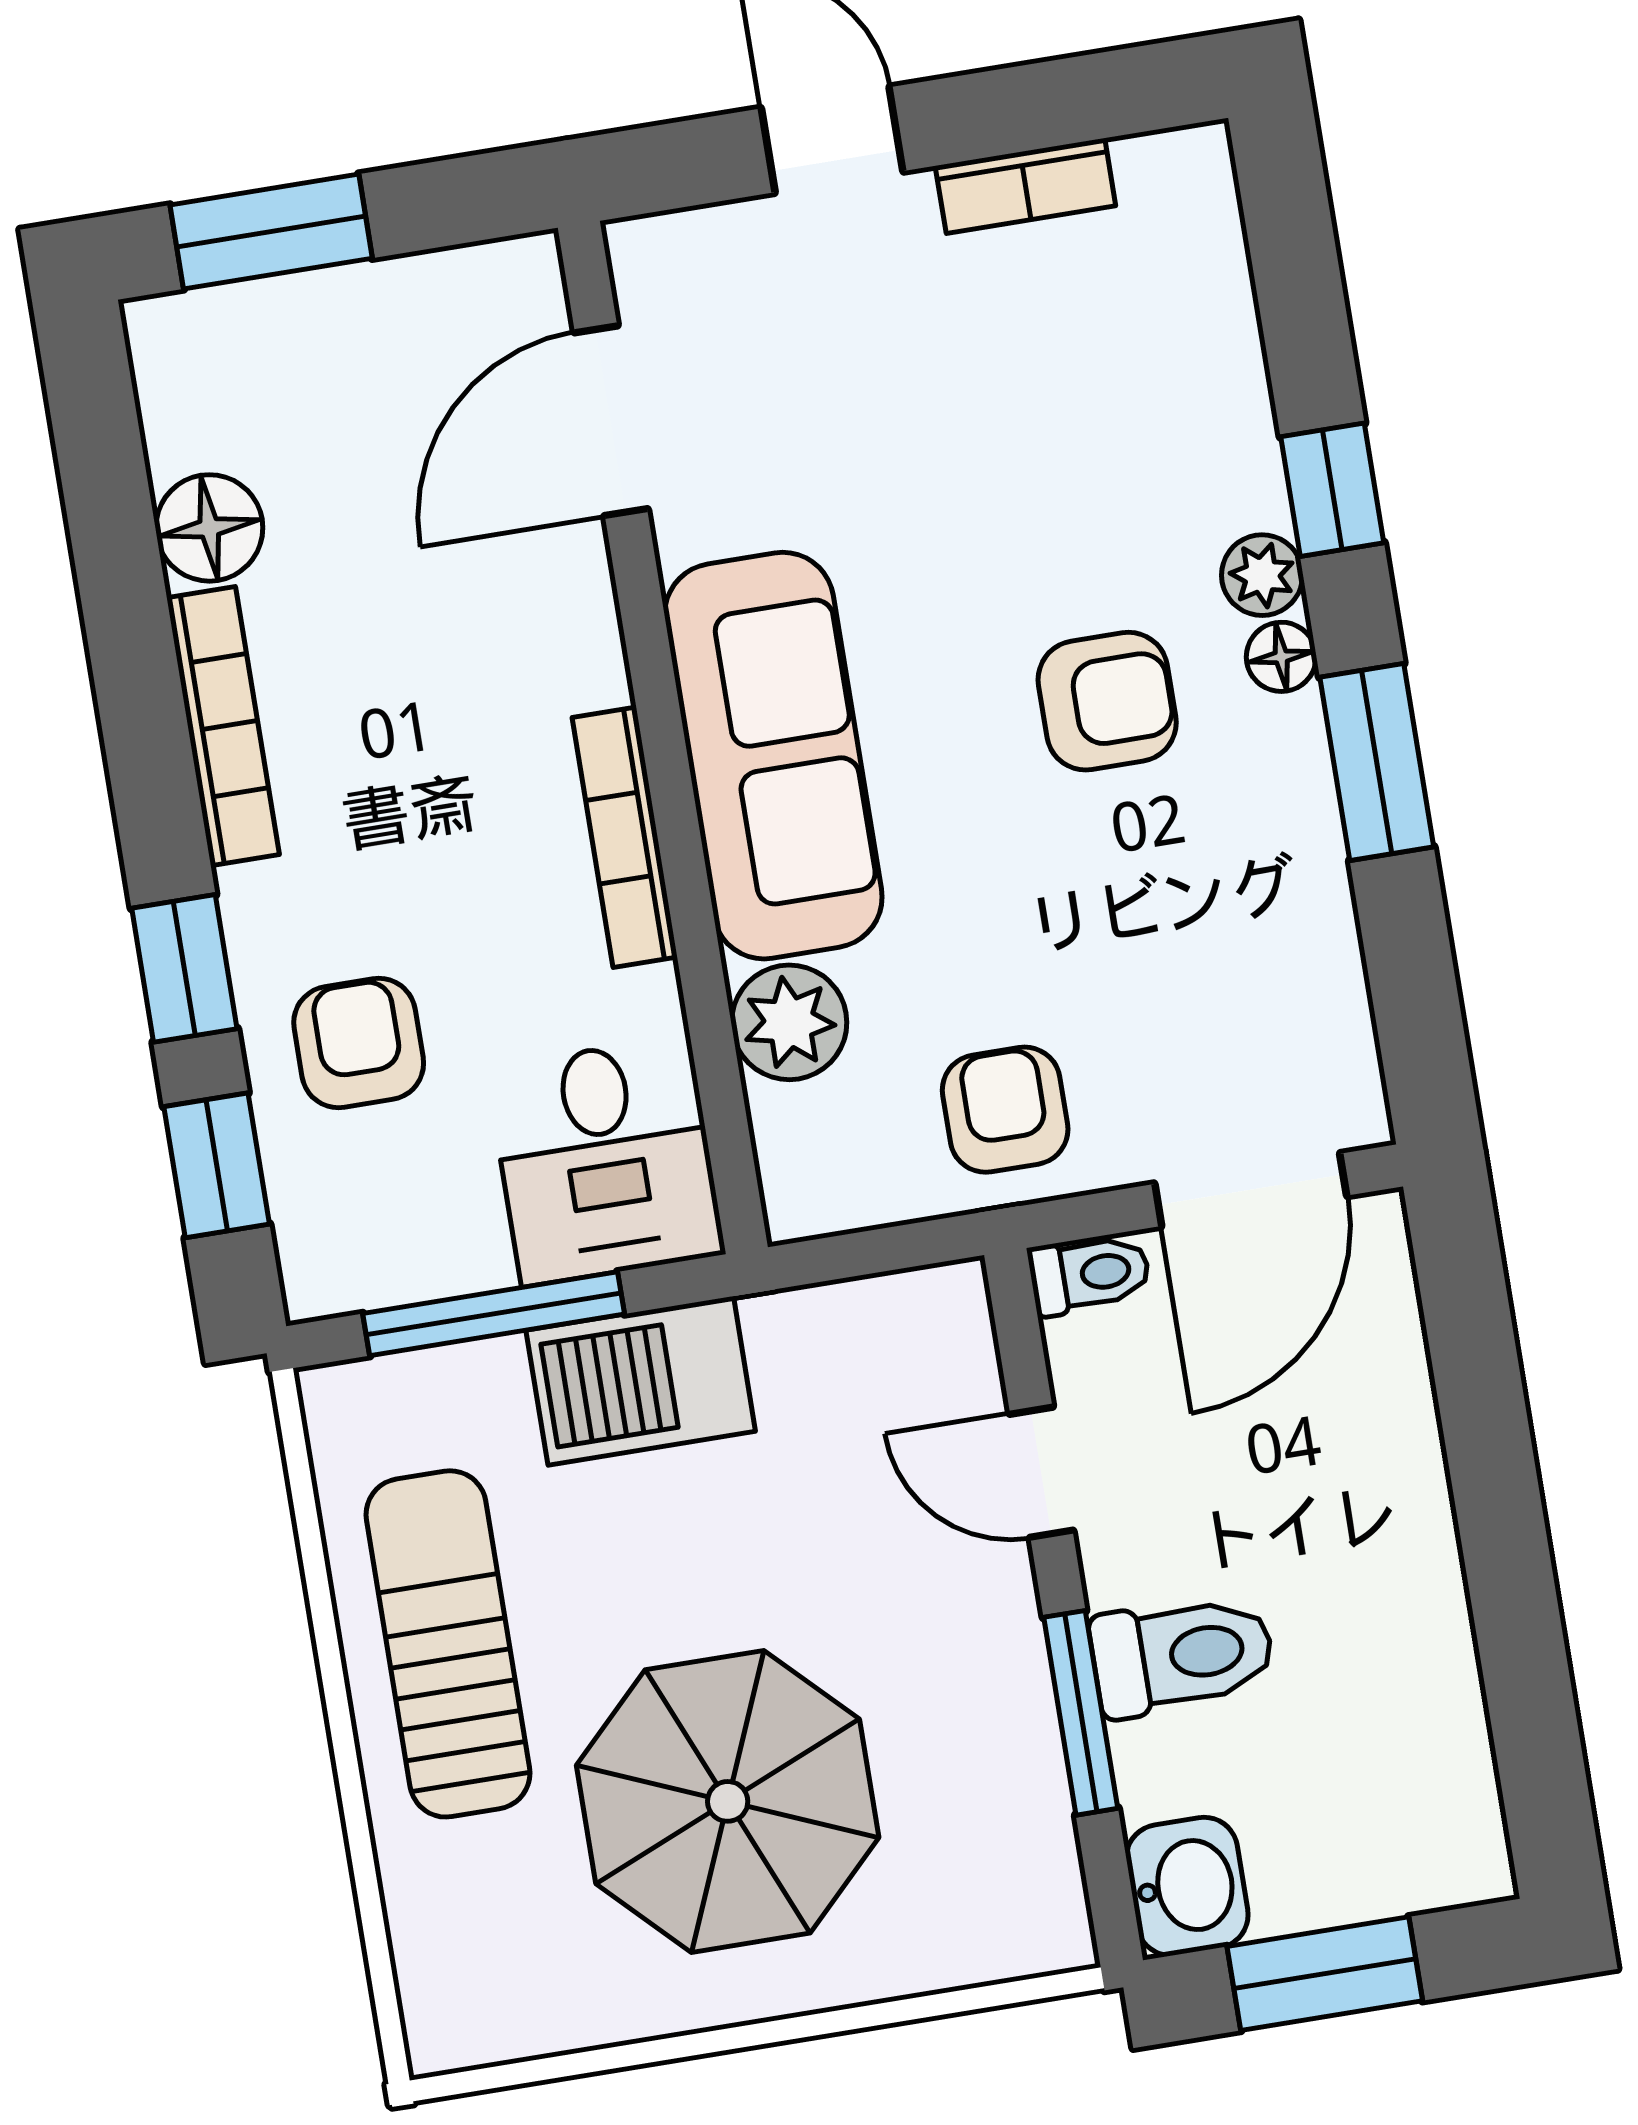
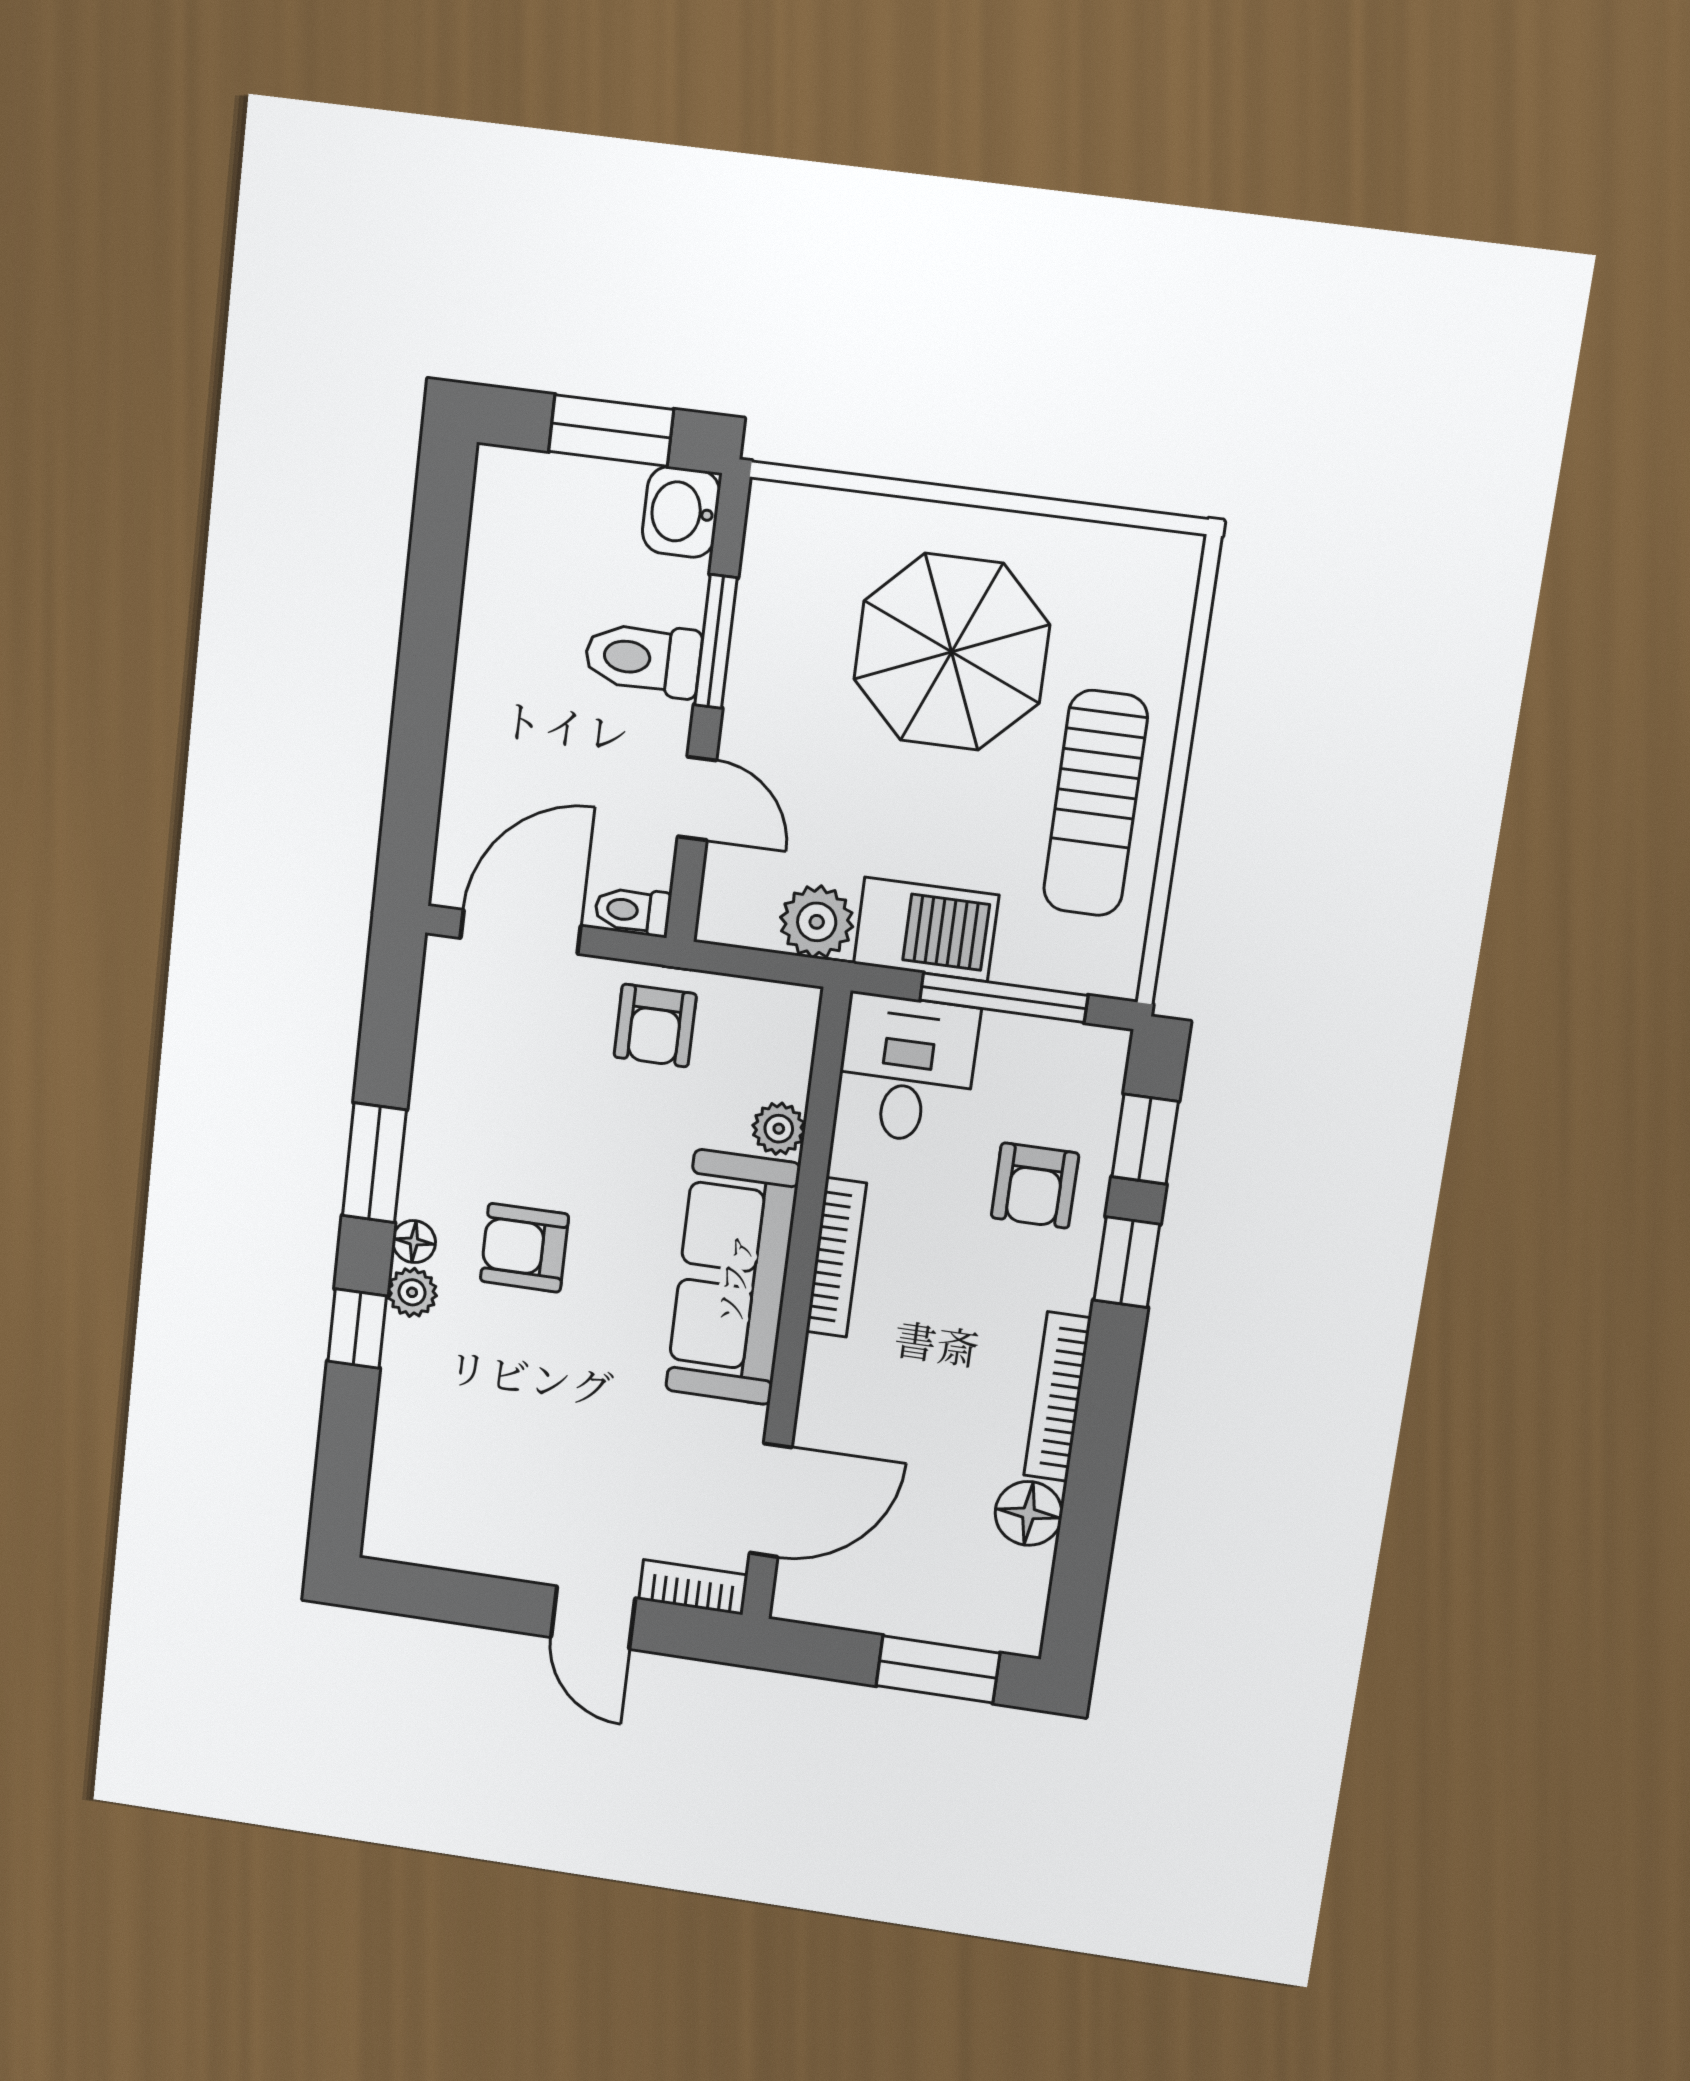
bookcase: (1025, 186) -> (693, 1587), moved
plant: (789, 1022) -> (779, 1129), width x0.73, depth x0.73
plant: (807, 1342) -> (817, 922), added

